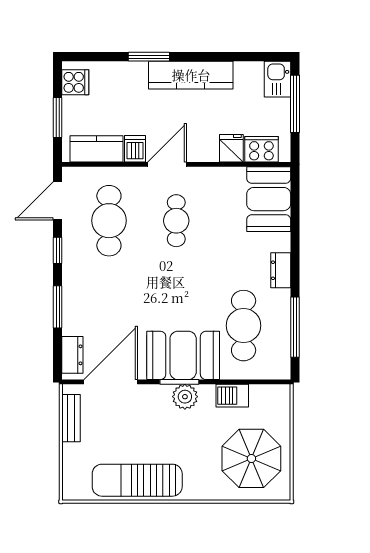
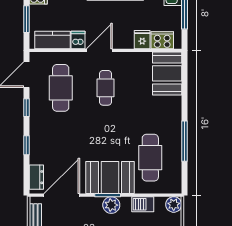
dresser: (281, 270) -> (175, 121), removed
window: (58, 307) -> (26, 145), width x0.67
window: (295, 327) -> (185, 141), moved
plant: (279, 396) -> (174, 204), added

